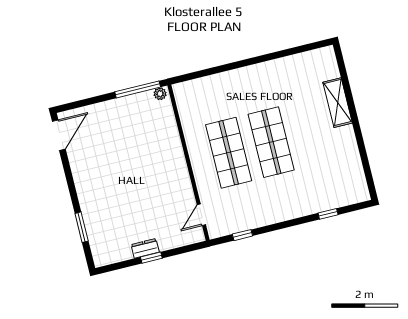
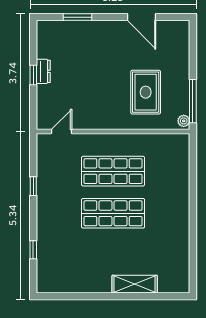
door: (59, 135) -> (142, 17), moved
rug: (141, 139) -> (146, 92), added
door: (201, 215) -> (62, 132), hinge flipped
window: (242, 235) -> (33, 186), moved

